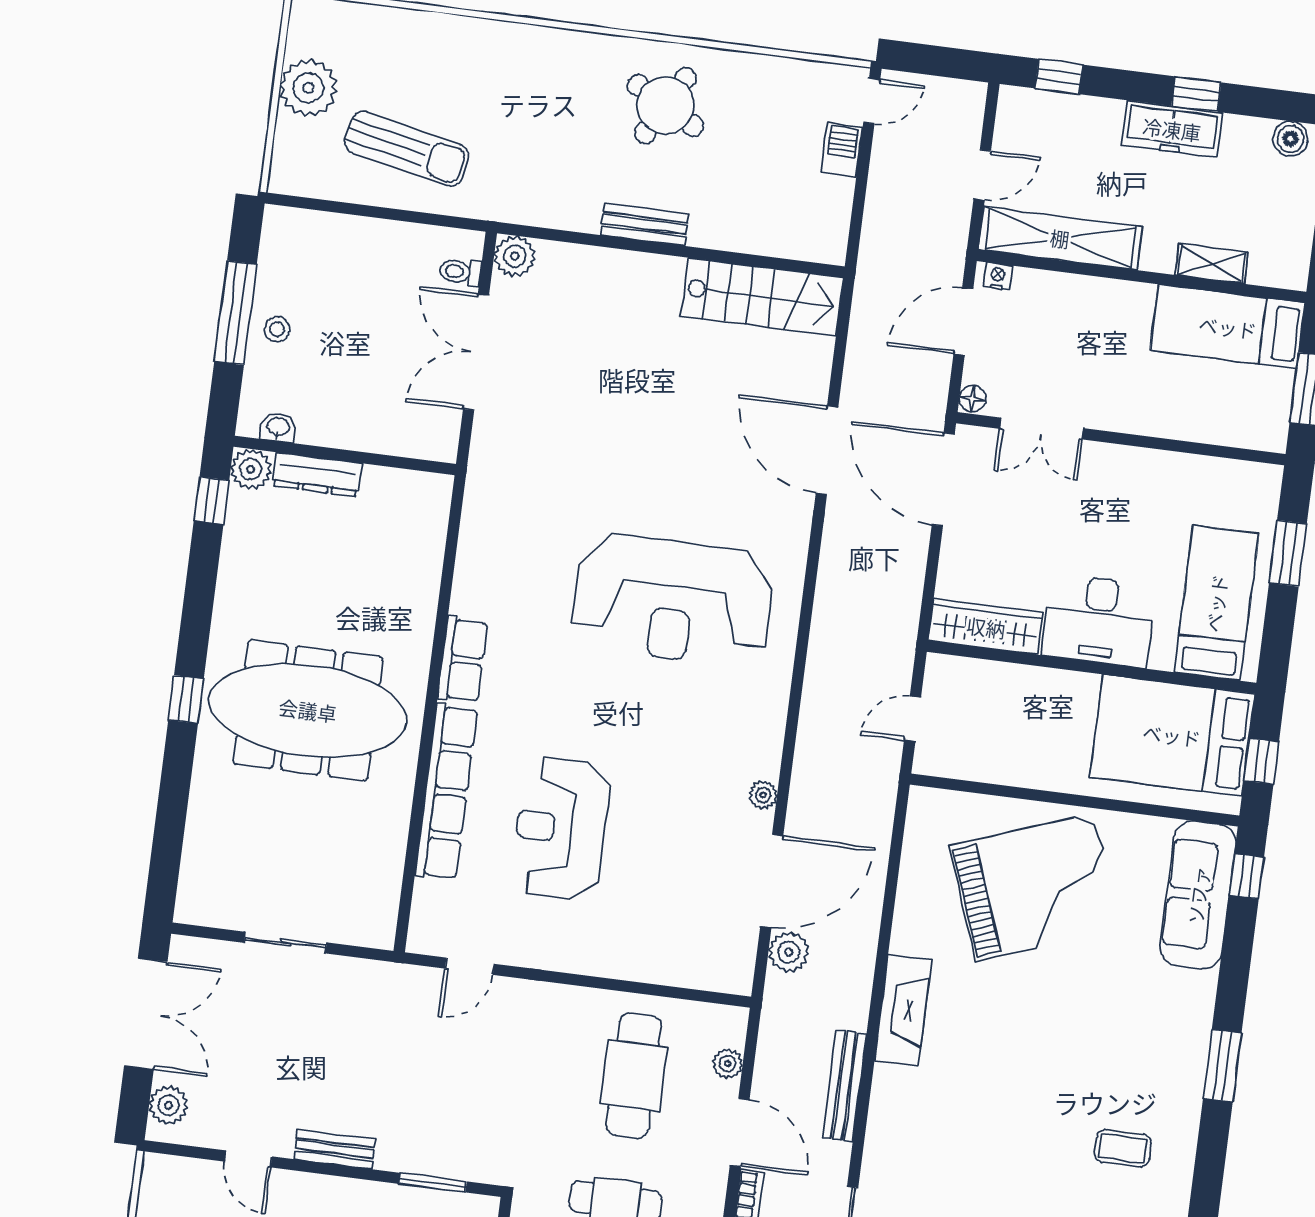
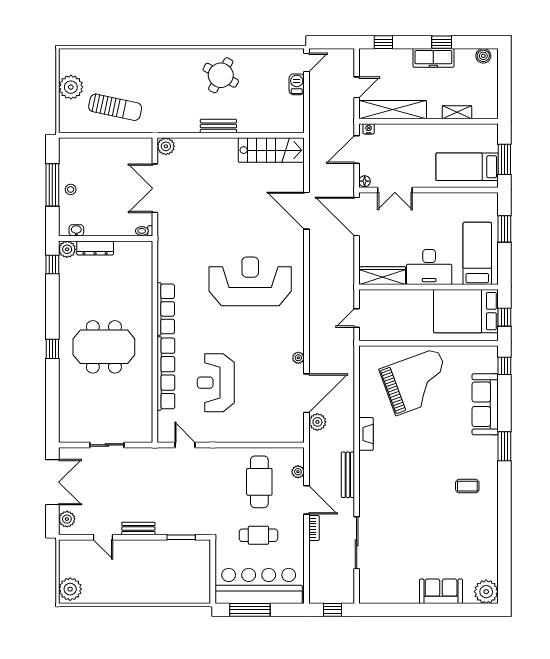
toilet: (460, 272) -> (144, 231), moved
bed: (1228, 327) -> (467, 167), moved
reception desk: (673, 600) -> (250, 281), turned 180
row of seats: (463, 660) -> (166, 309), width x1.48
meeting table: (308, 710) -> (104, 347), width x0.73
sofa: (1198, 895) -> (485, 404), moved
door: (470, 966) -> (185, 445), swing flipped
fireplace: (903, 1010) -> (366, 434), width x0.73, depth x0.76

